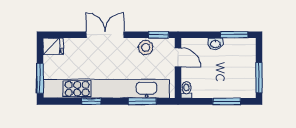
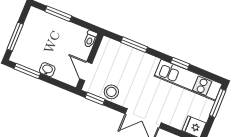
window: (259, 78) -> (15, 37), moved
kitchen unit: (106, 89) -> (188, 80), width x0.54

